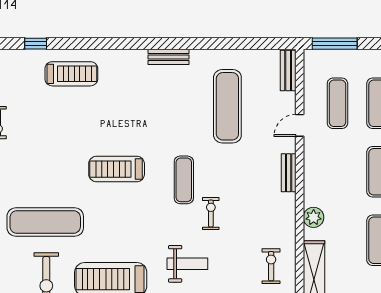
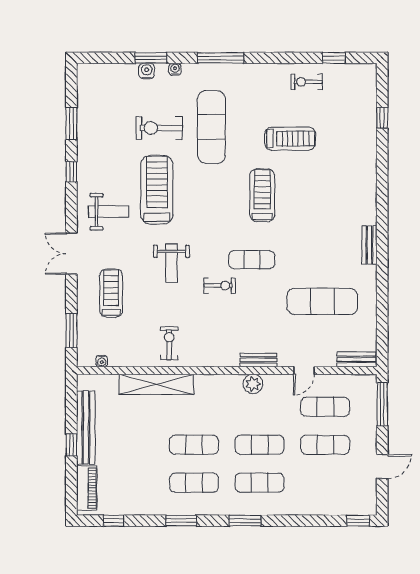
treadmill: (71, 74) -> (290, 139), moved, turned -90
door: (300, 125) -> (304, 371), swing flipped
plant: (314, 217) -> (253, 384), moved
exercise bike: (271, 266) -> (169, 343), turned -90

